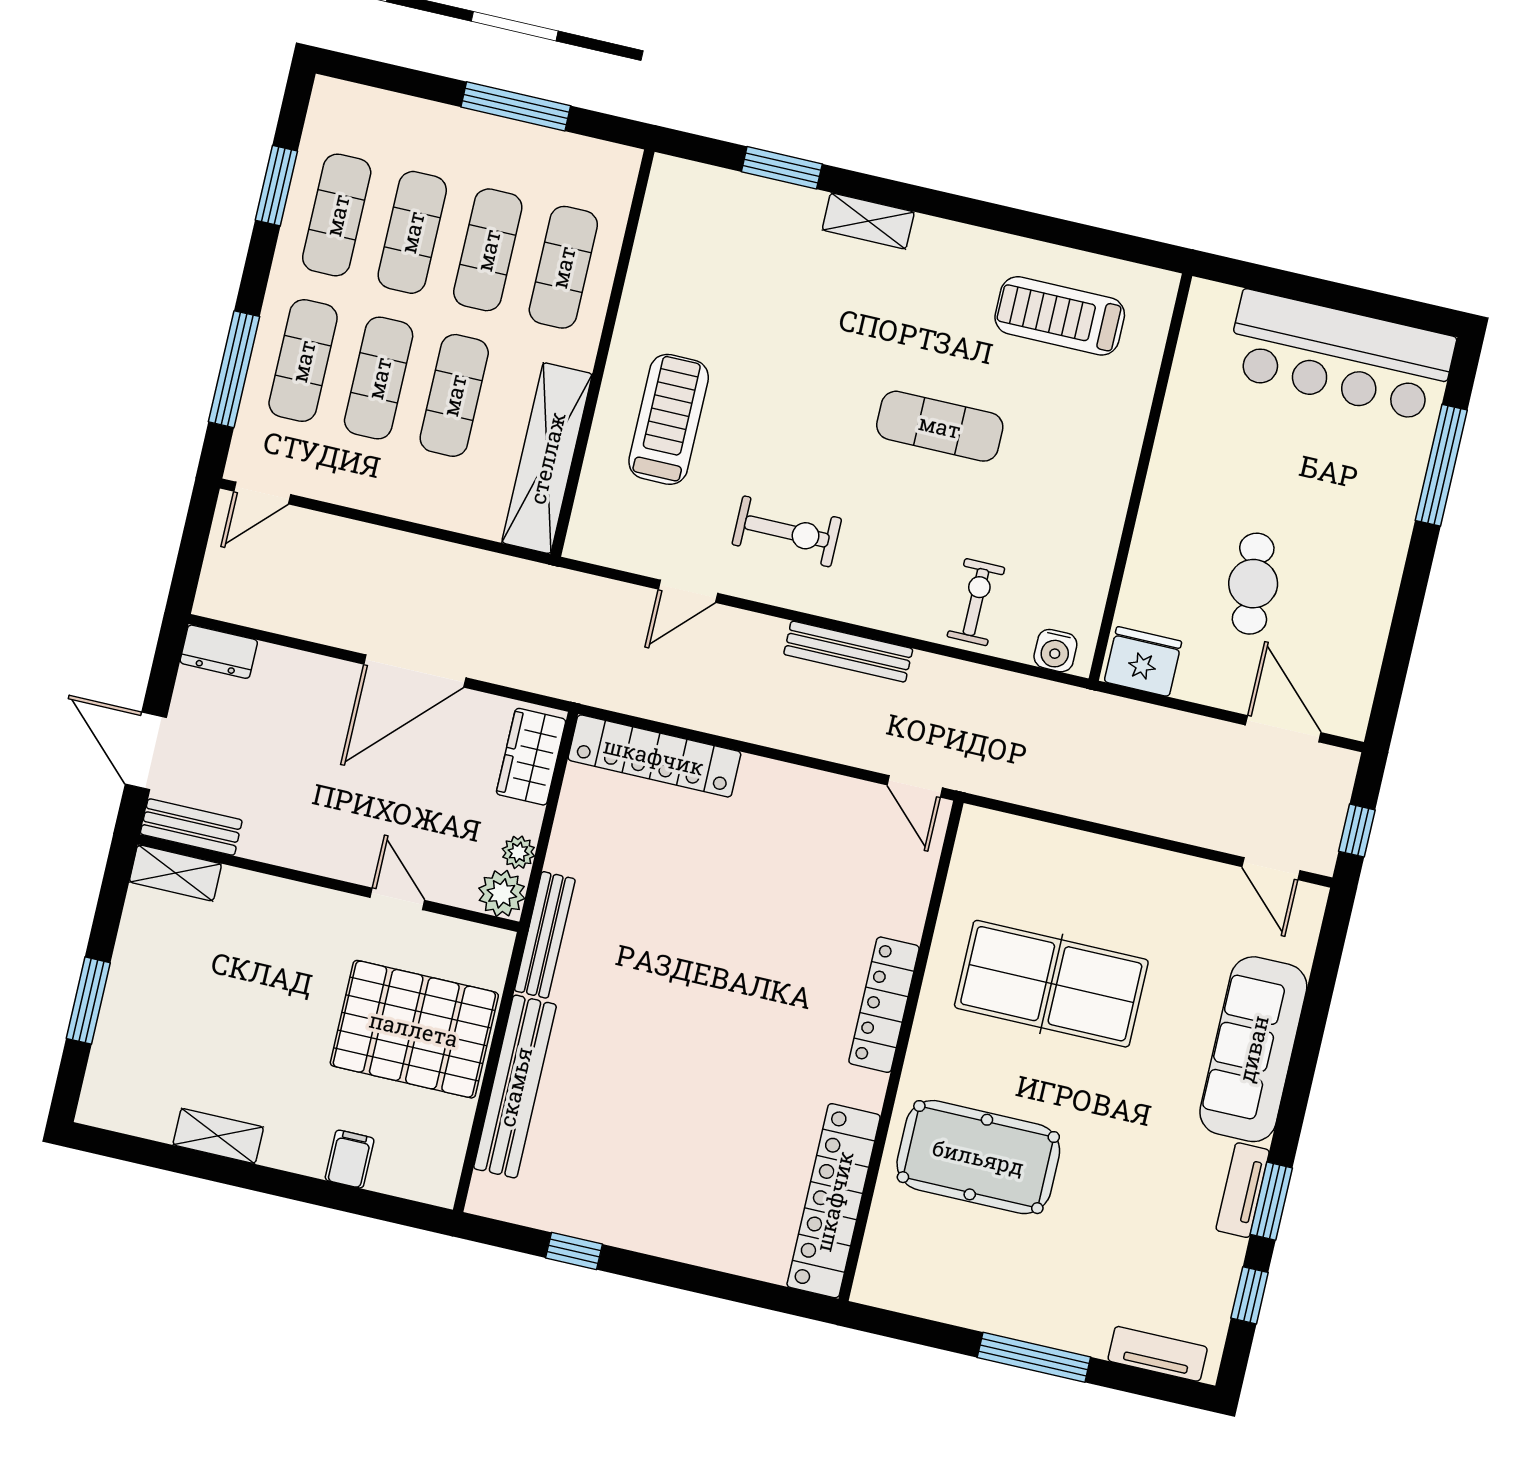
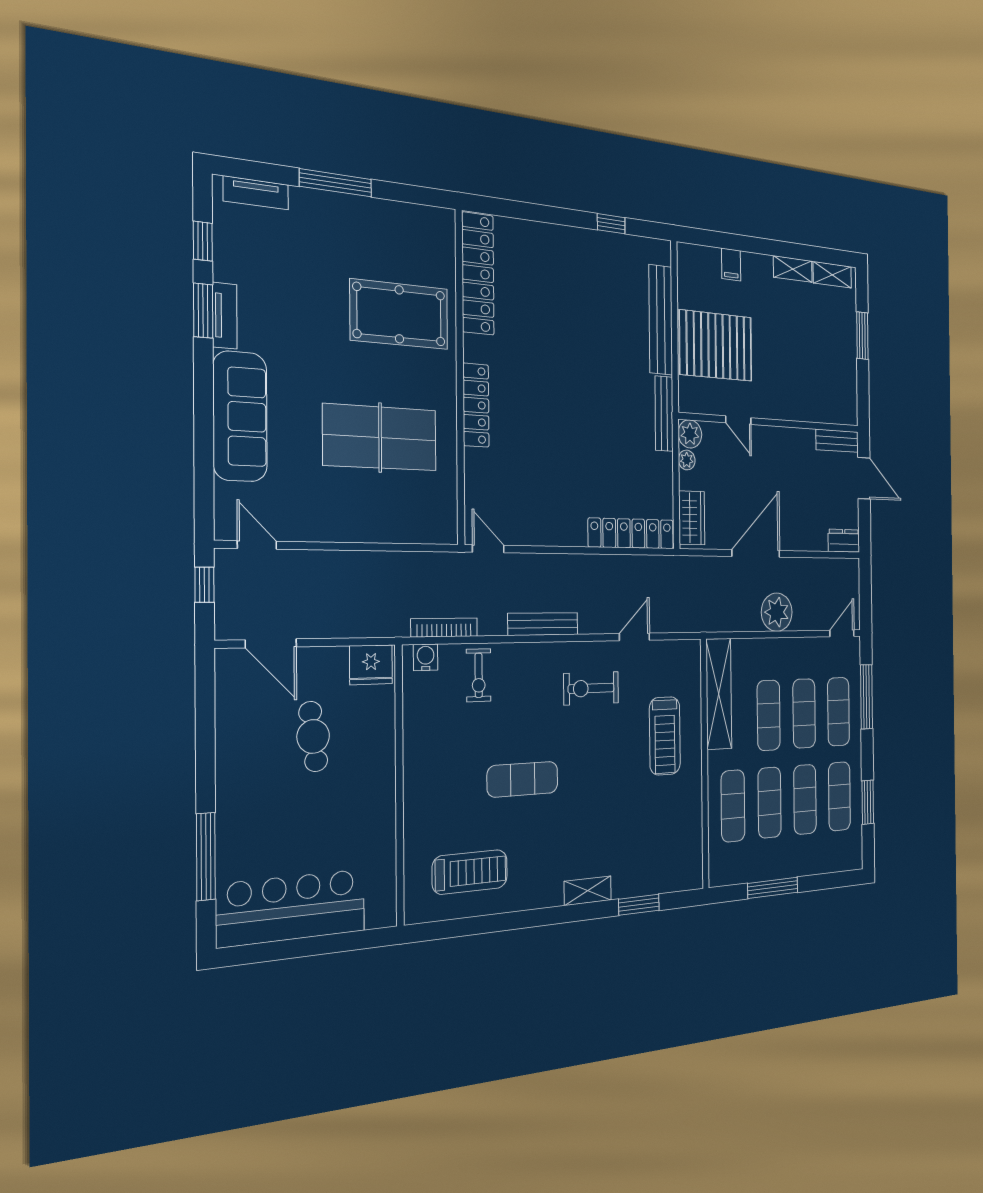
plant: (395, 563) -> (777, 612), added
bookcase: (1015, 687) -> (444, 628), added
shelving: (175, 873) -> (832, 275), moved

